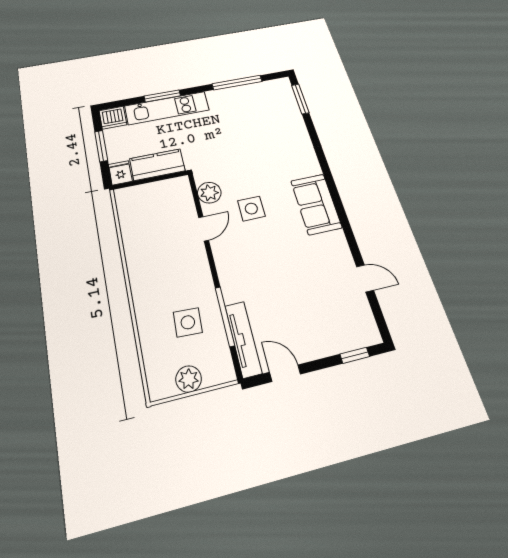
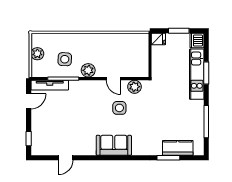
window: (300, 99) -> (168, 158), moved
kitchen counter: (157, 165) -> (178, 148), moved, turned -90
plant: (199, 275) -> (88, 70), added

